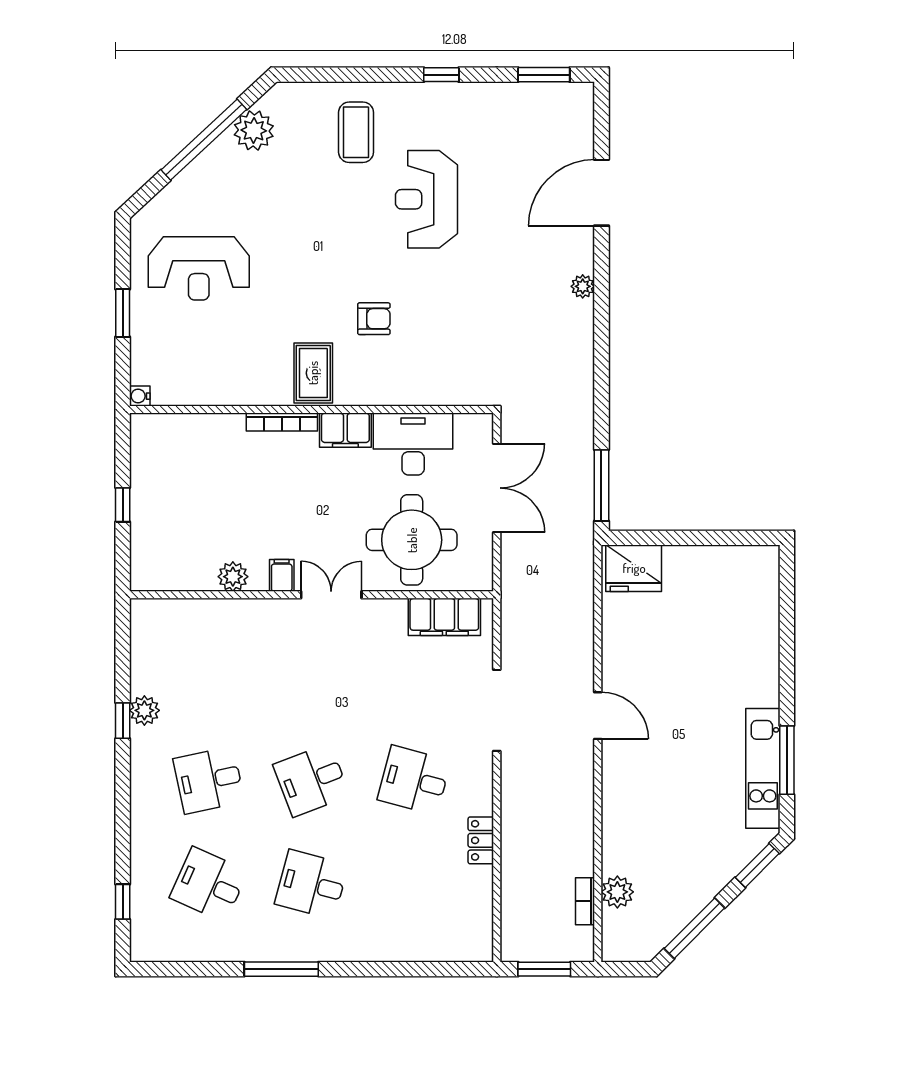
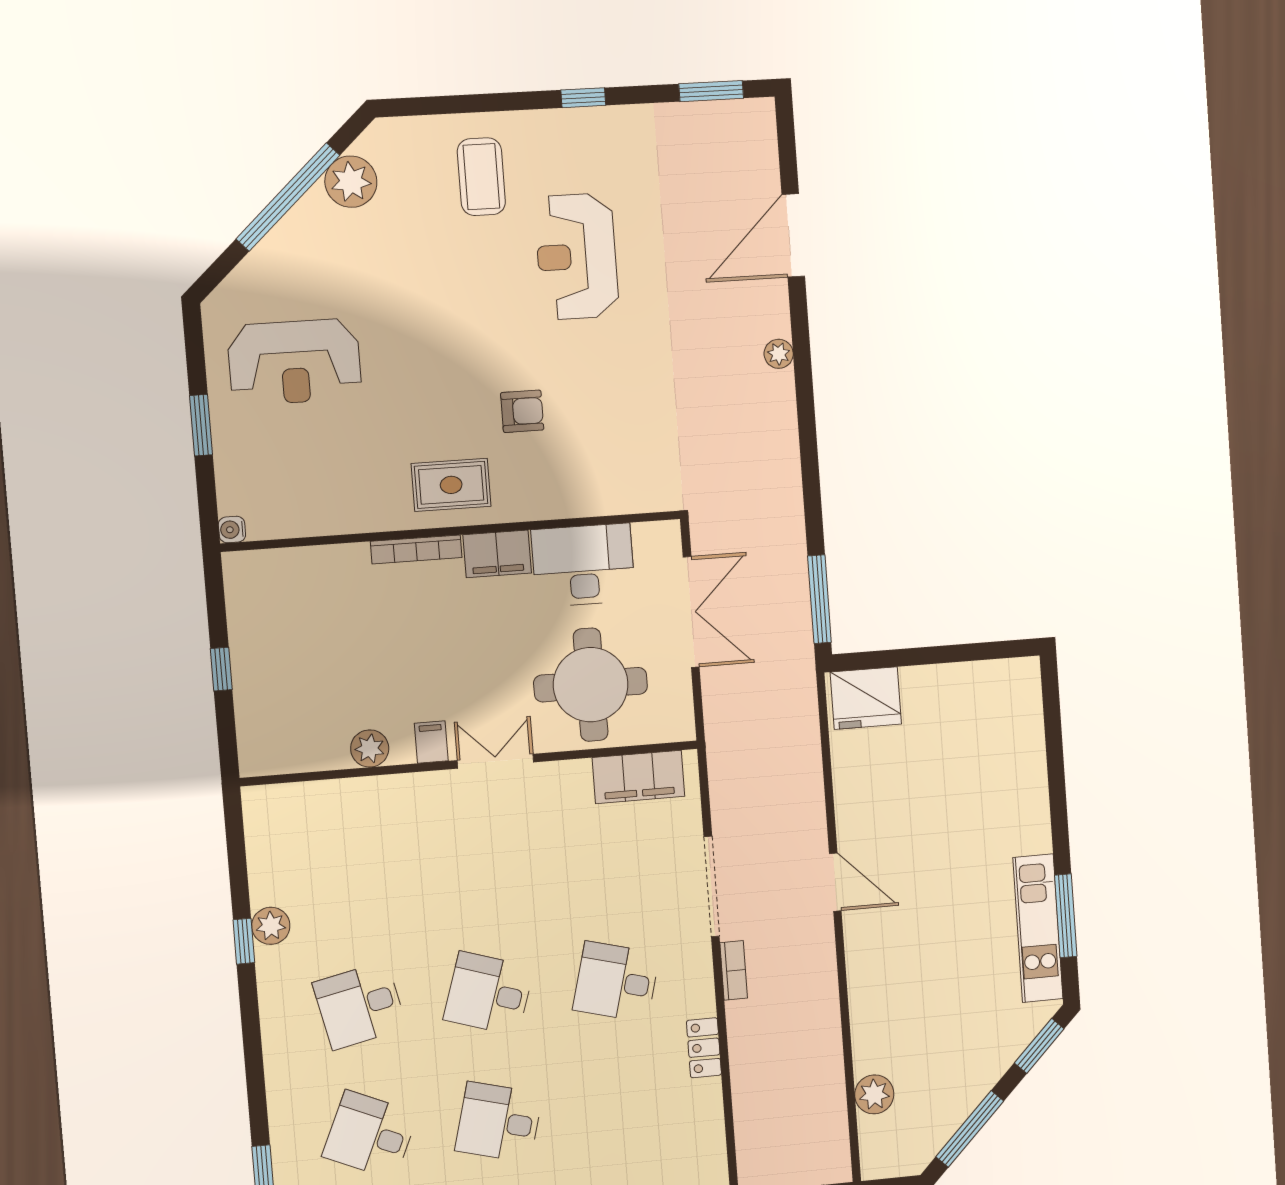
rug: (313, 373) -> (451, 485), turned 90
desk: (311, 780) -> (489, 993), turned 39
bookcase: (585, 901) -> (734, 970), moved, turned 180

